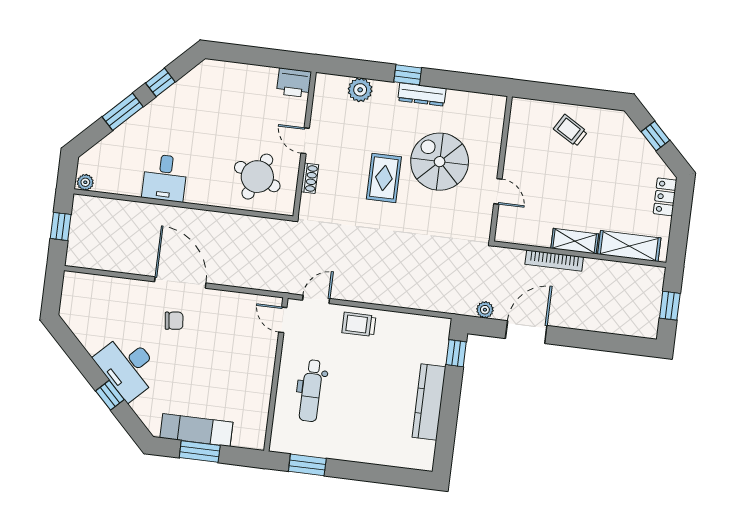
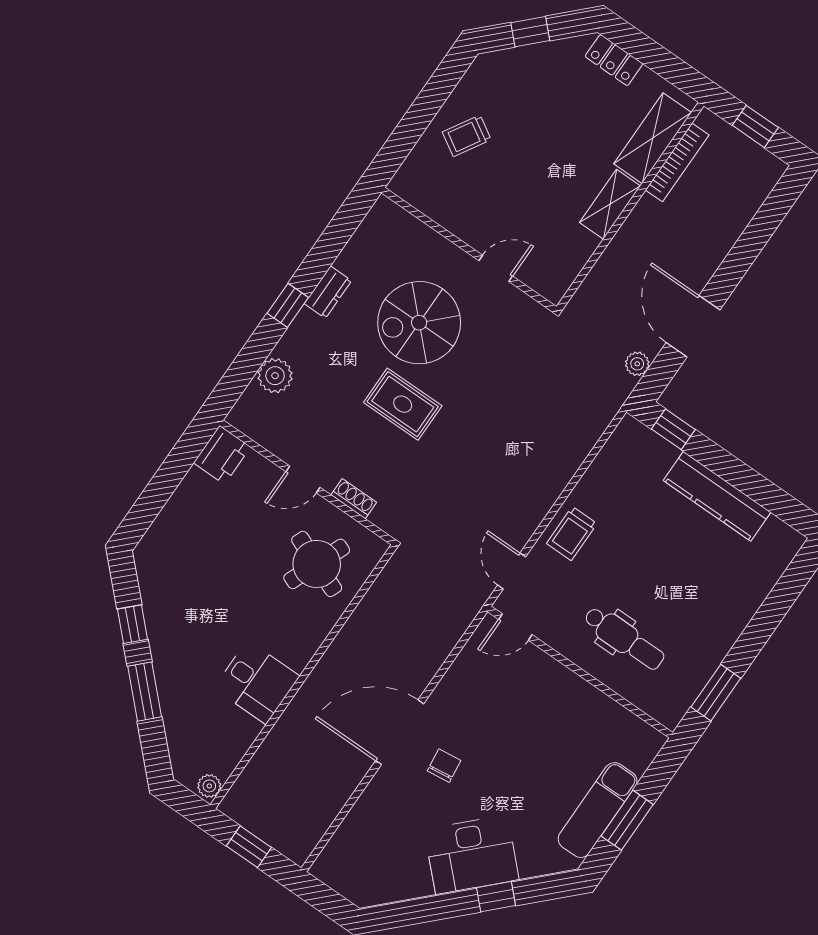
dresser: (422, 94) -> (328, 292), width x0.70
bookcase: (554, 261) -> (677, 162), moved

